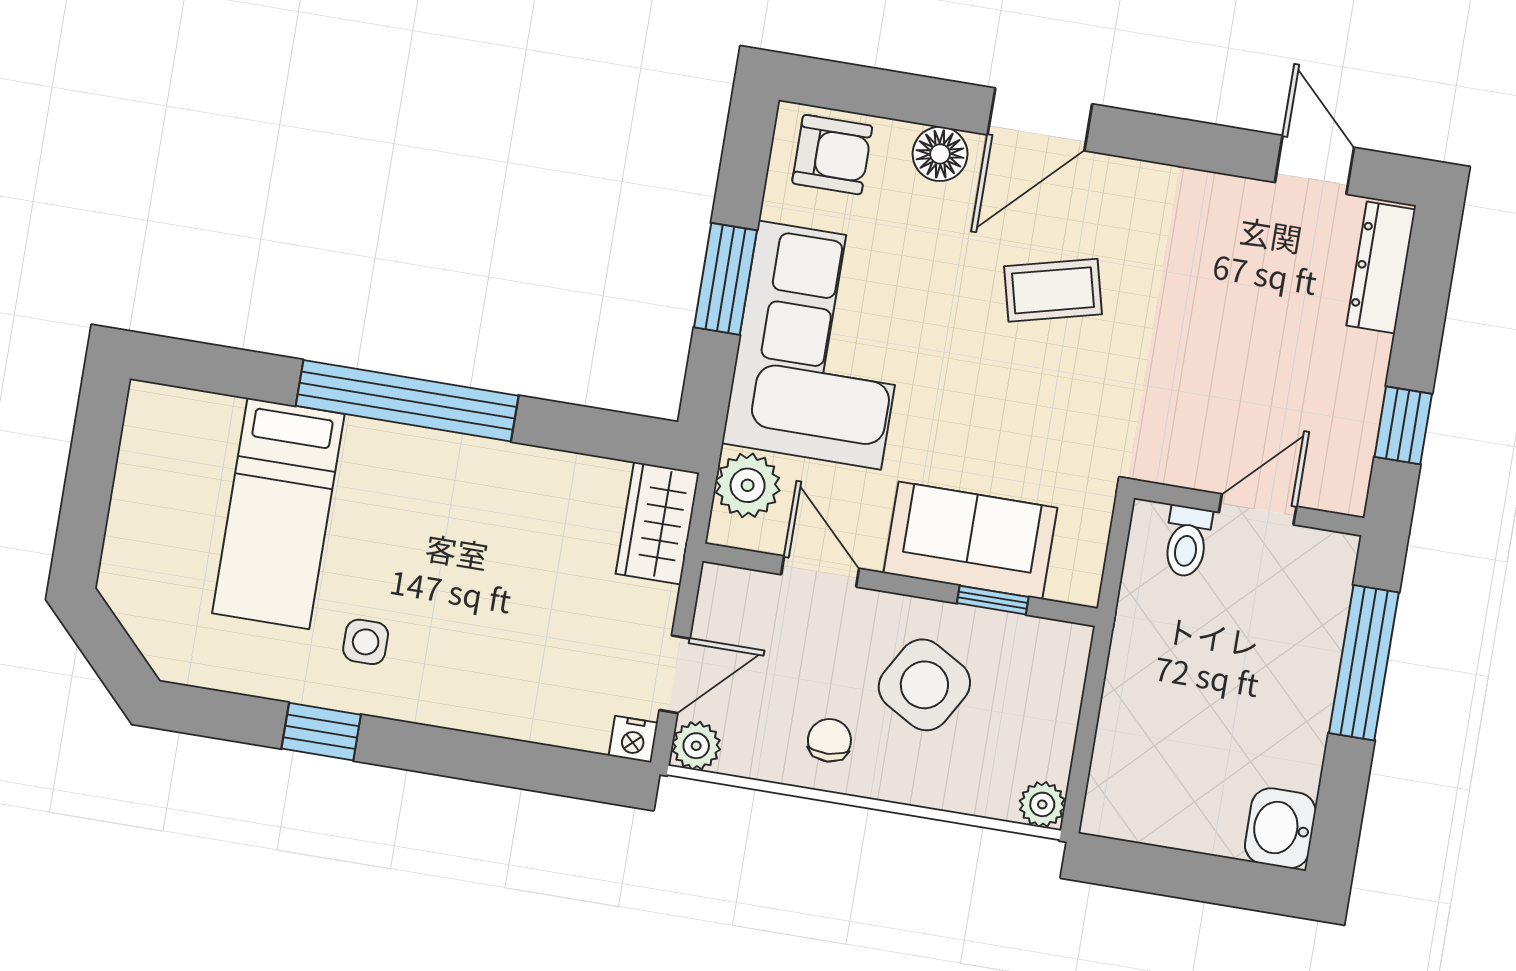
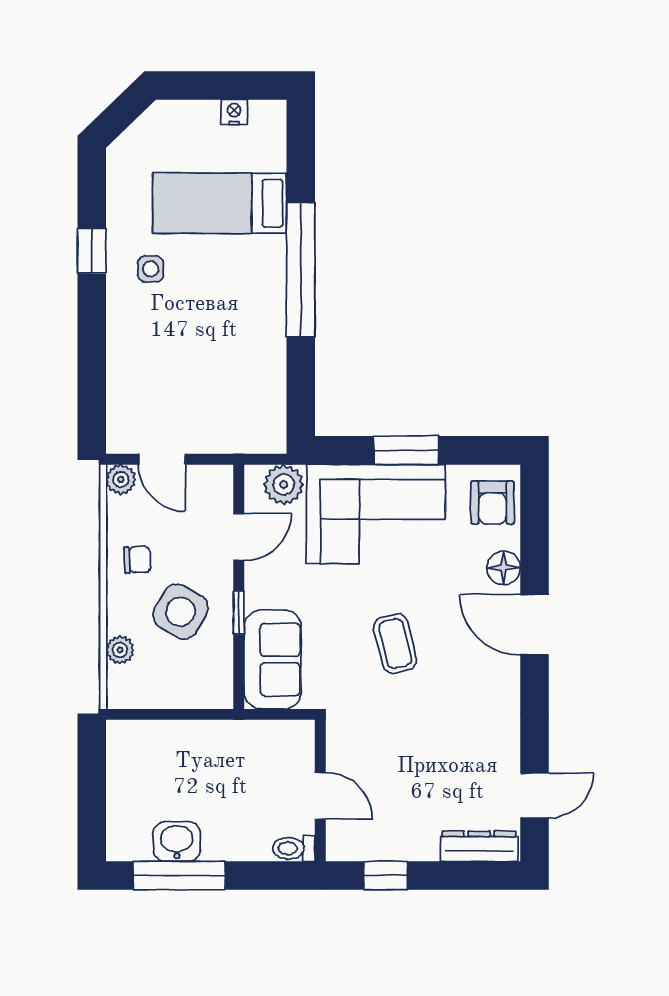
coffee table: (1053, 290) -> (395, 644), moved
wardrobe: (657, 523) -> (252, 434), removed
sofa: (970, 540) -> (273, 660), moved
toilet: (1187, 541) -> (294, 848), moved
window: (993, 600) -> (239, 613), moved
window: (1364, 663) -> (179, 876), moved
nightstand: (633, 739) -> (234, 112), moved, turned 90
plant: (1042, 804) -> (120, 650), moved
washbasin: (1280, 828) -> (177, 841), moved

